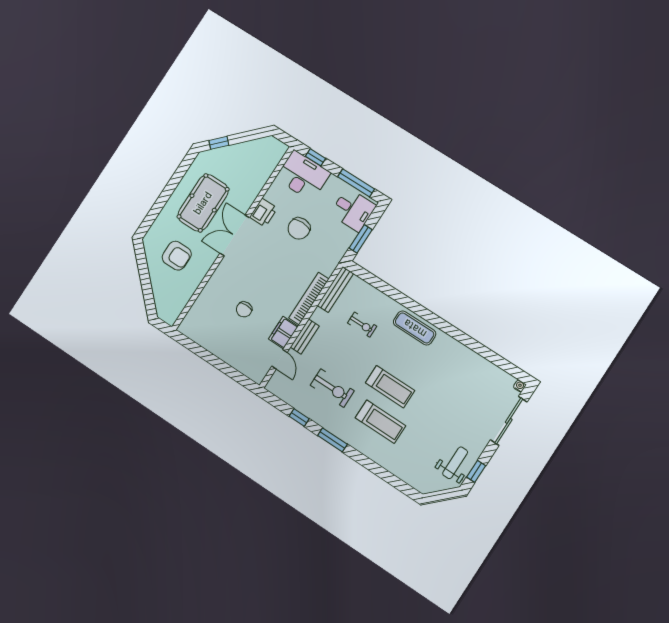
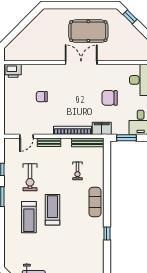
printer: (263, 213) -> (13, 71), moved
armchair: (177, 256) -> (47, 36), removed
filing cabinet: (283, 333) -> (102, 128), moved
window: (464, 339) -> (107, 234), added
treadmill: (390, 387) -> (52, 210), turned 180

